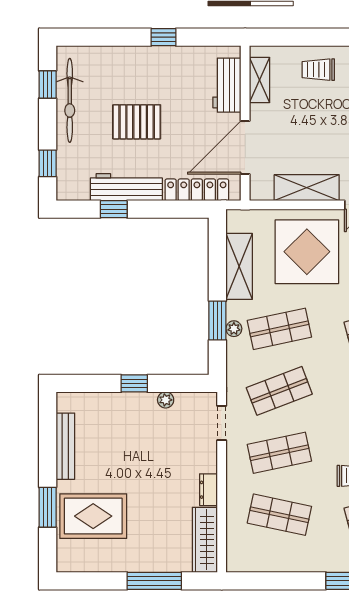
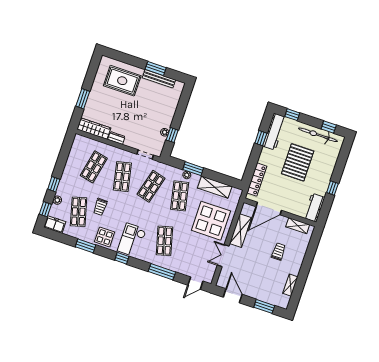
trolley: (318, 70) -> (278, 252), moved
workbench: (227, 85) -> (314, 208), moved, turned -90
pallet: (137, 122) -> (298, 162), width x1.37, depth x1.41
door: (245, 147) -> (269, 208), swing flipped
workbench: (126, 187) -> (274, 132), moved
window: (134, 383) -> (172, 135), moved
shop shelf: (279, 391) -> (151, 186), turned 36
window: (48, 507) -> (156, 68), moved
rug: (93, 516) -> (122, 81), turned 90
window: (154, 581) -> (83, 99), width x0.69

